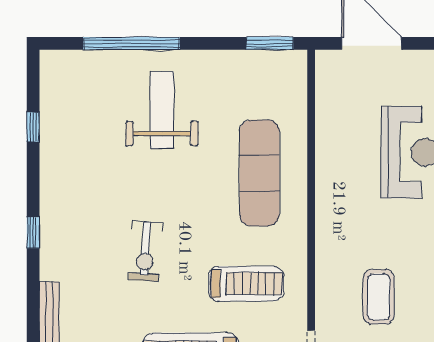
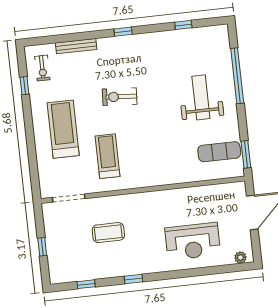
weight bench: (162, 110) -> (201, 97), turned -90
exercise mat: (259, 173) -> (219, 152), moved, width x0.73, depth x0.69
treadmill: (246, 284) -> (107, 156), turned 180

